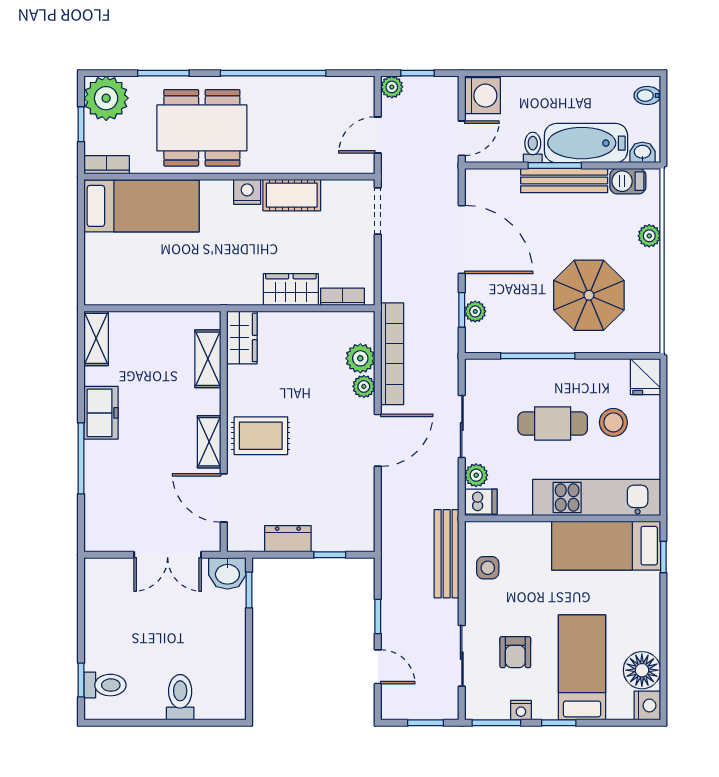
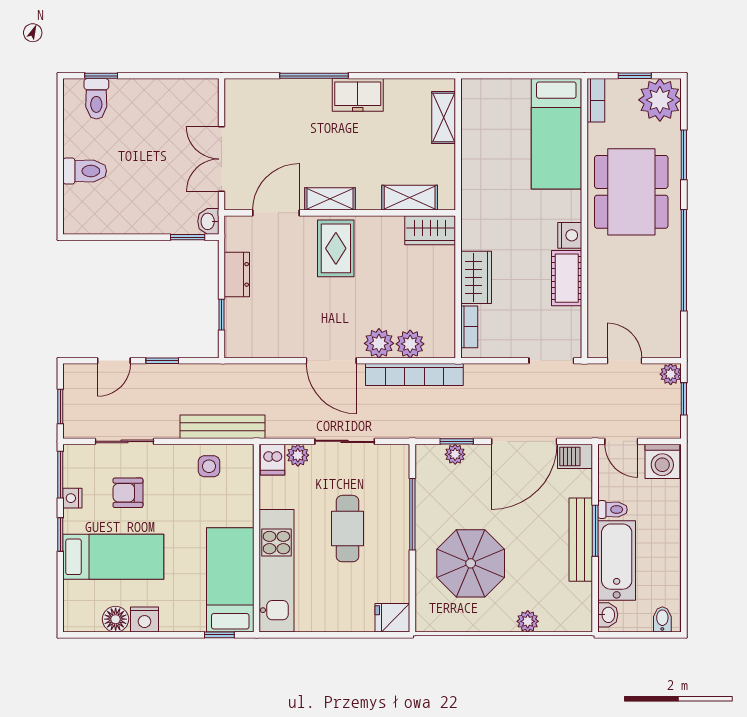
barbecue: (628, 181) -> (575, 456), moved, turned -90
shelving: (96, 338) -> (444, 117), moved, turned 90
plant: (364, 386) -> (379, 343), width x1.38, depth x1.38
stool: (613, 422) -> (349, 587), removed
washbasin: (227, 573) -> (208, 221), width x0.72, depth x0.69
floor lamp: (642, 670) -> (116, 619), width x0.73, depth x0.73
nightstand: (647, 706) -> (145, 620), moved

